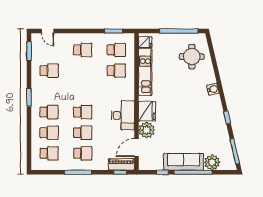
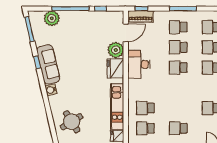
round table: (192, 57) -> (72, 122), turned -32
sofa: (184, 162) -> (48, 64), moved, turned -103

